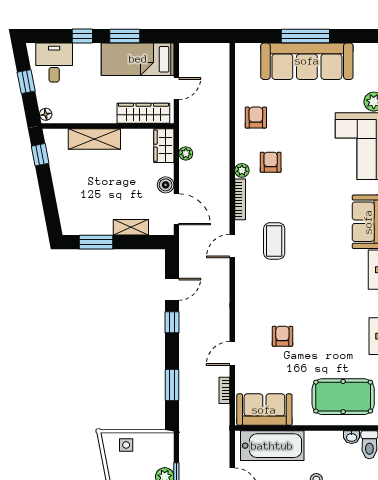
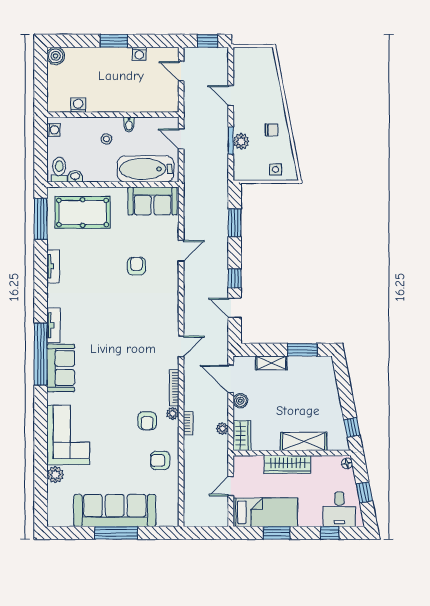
window: (82, 36) -> (330, 533), moved
wardrobe: (143, 113) -> (288, 464), moved
armchair: (256, 118) -> (160, 460), turned 90
coffee table: (274, 241) -> (144, 351), removed
door: (172, 289) -> (235, 308), hinge flipped
armchair: (282, 336) -> (136, 266), turned 180
bookcase: (224, 390) -> (188, 423), moved

